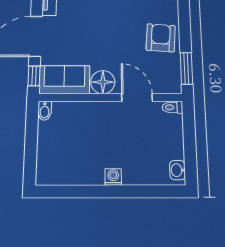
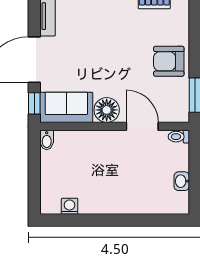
armchair: (161, 38) -> (169, 61), turned -94
washbasin: (178, 170) -> (182, 181), moved
washing machine: (113, 177) -> (70, 206), moved

